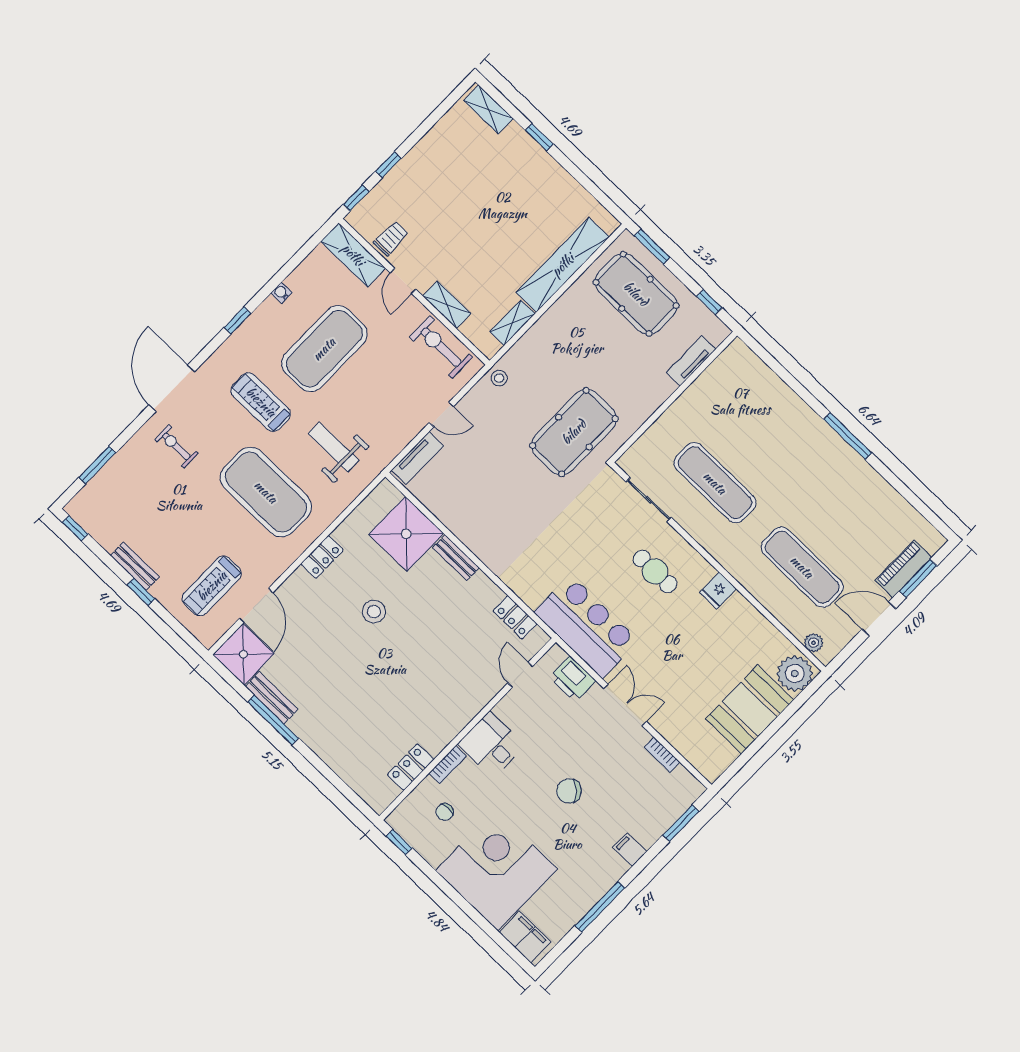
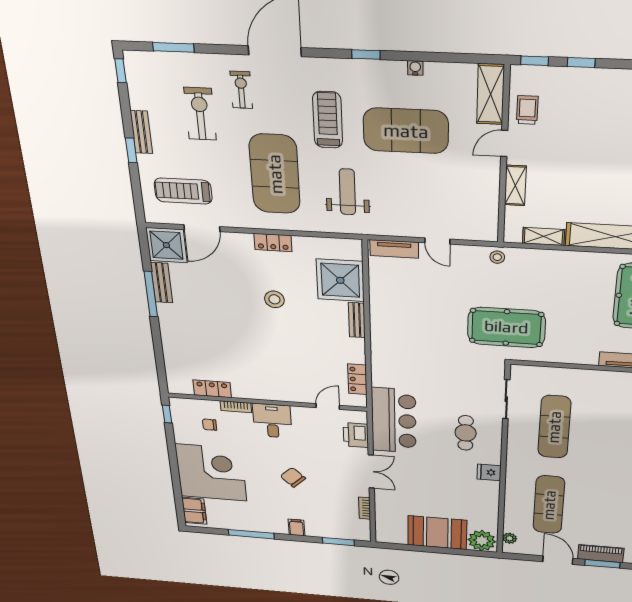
trolley: (391, 238) -> (527, 110), turned -90
exercise bike: (441, 347) -> (200, 114), moved

